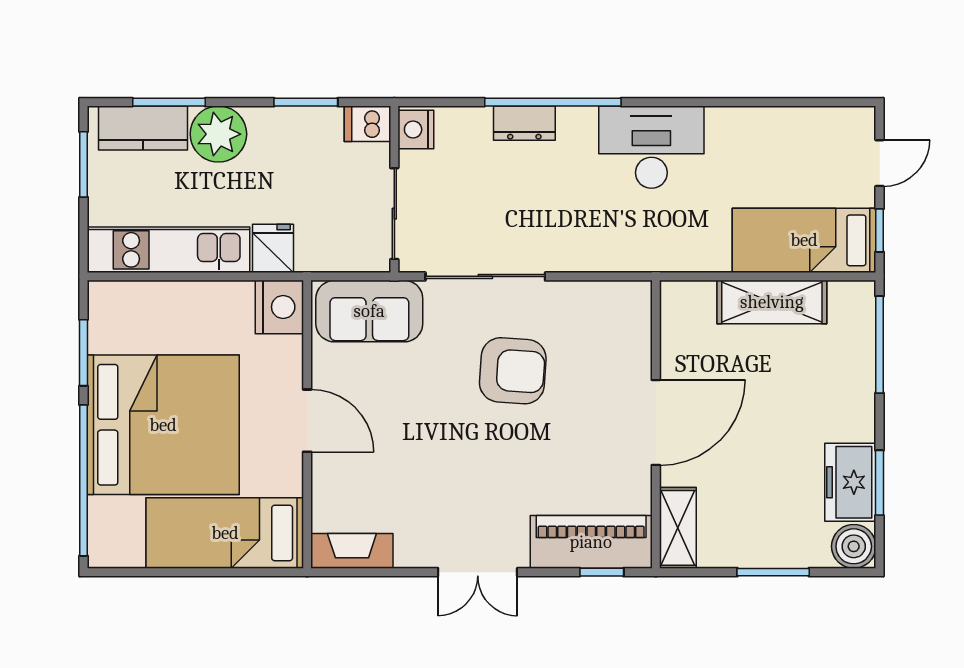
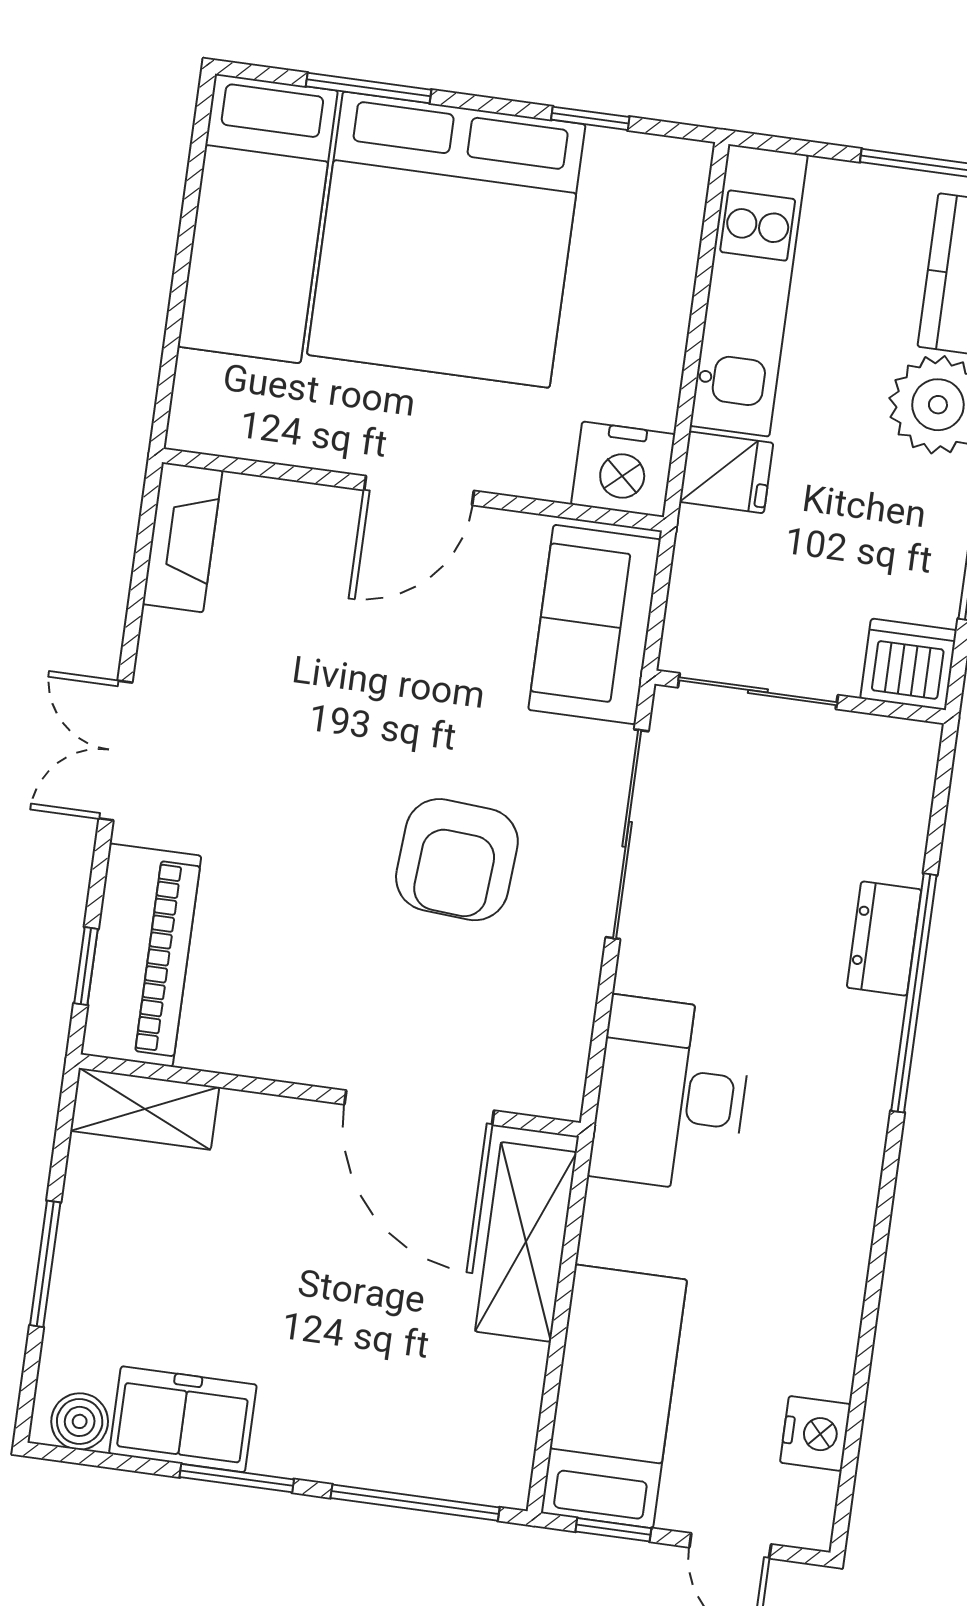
dishwasher: (367, 124) -> (909, 664), width x1.38
nightstand: (416, 129) -> (815, 1433), moved, turned 90
desk: (651, 147) -> (671, 1094), moved, turned 180
shelving: (772, 302) -> (526, 1242), moved
window: (83, 353) -> (590, 118), width x0.67
door: (656, 423) -> (419, 1108), moved
window: (83, 480) -> (369, 88), width x0.47
window: (880, 483) -> (237, 1478), moved
bed: (225, 533) -> (258, 219), moved, turned 180
boiler: (854, 546) -> (80, 1421), width x0.73, depth x0.73

